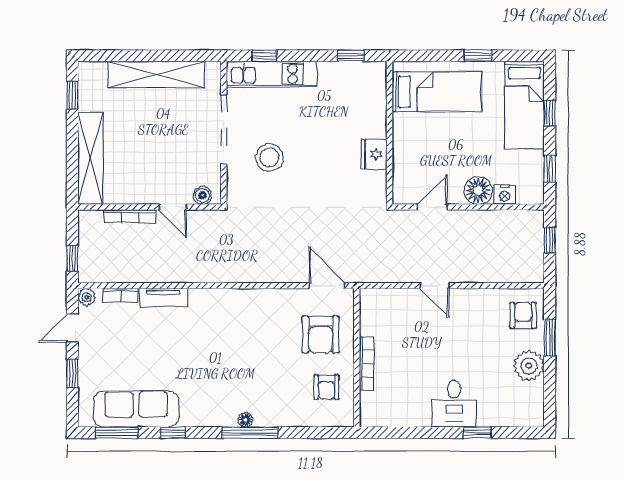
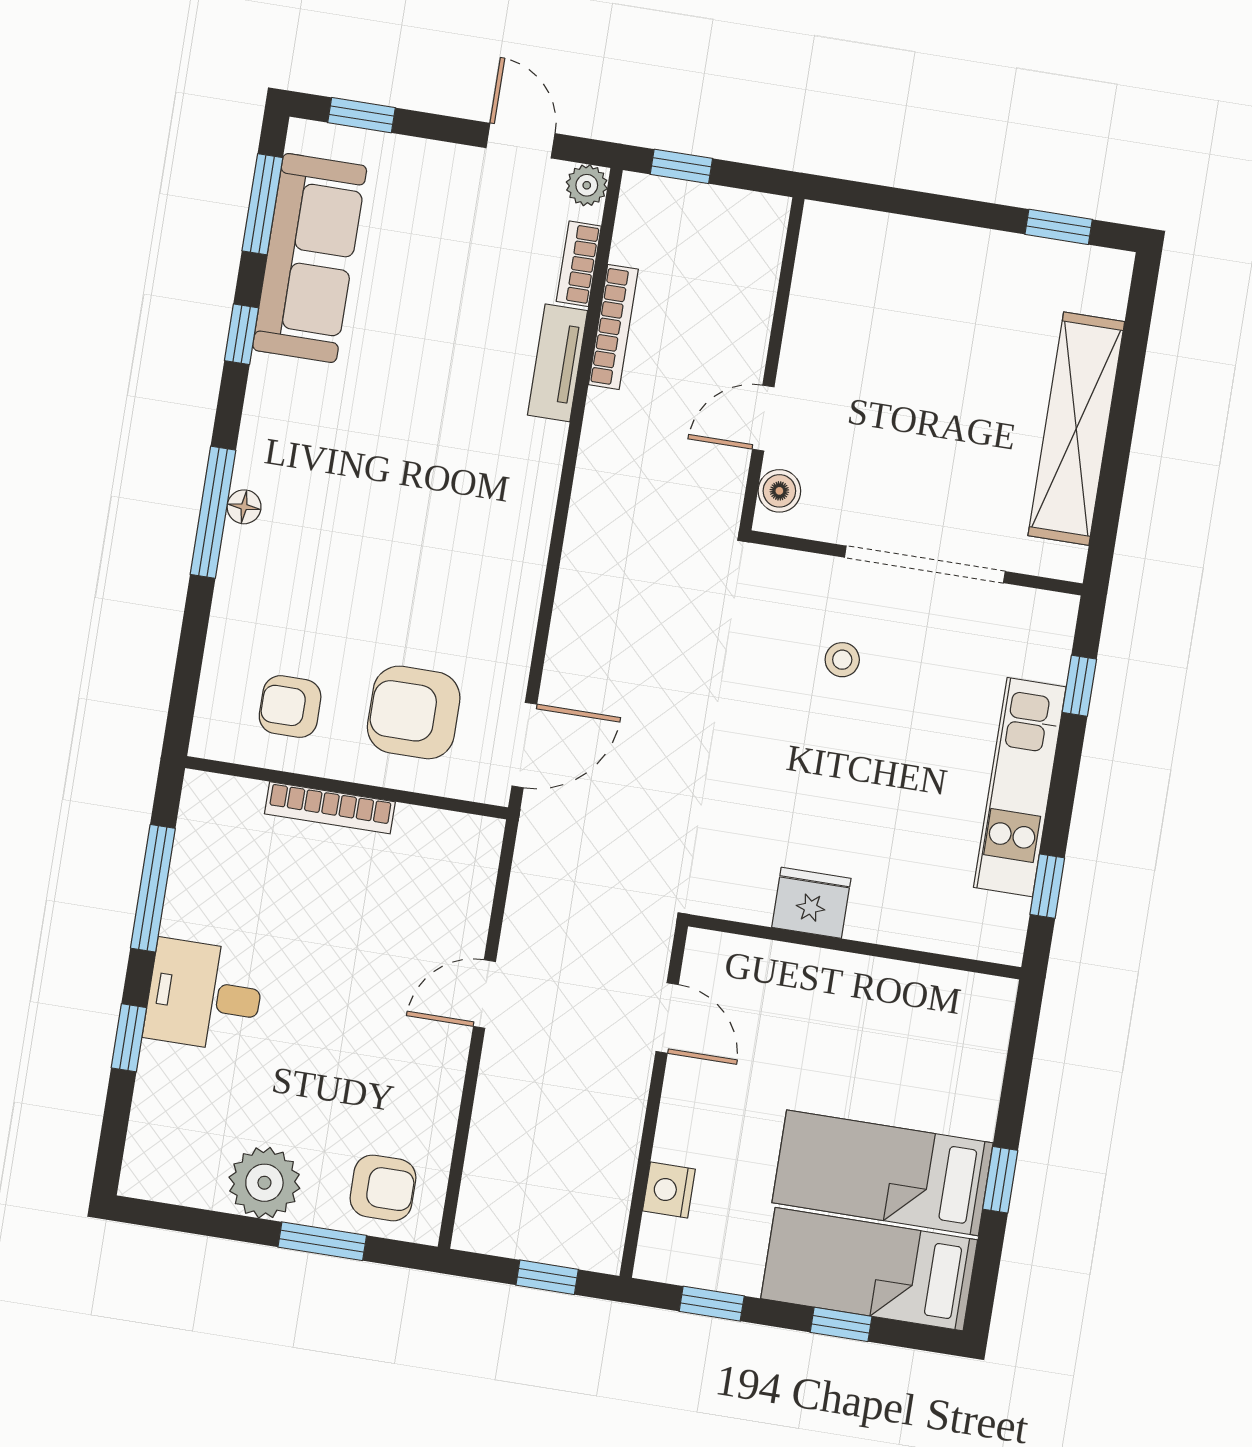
kitchen unit: (272, 74) -> (1020, 787), moved
bed: (437, 92) -> (882, 1173), moved, turned 90
stool: (269, 157) -> (842, 660), width x0.53, depth x0.53
shelving: (90, 158) -> (907, 245), removed
floor lamp: (478, 190) -> (689, 1131), removed
bookcase: (130, 216) -> (613, 327), moved, turned 180
window: (72, 373) -> (361, 115), moved
window: (412, 433) -> (153, 888), added

